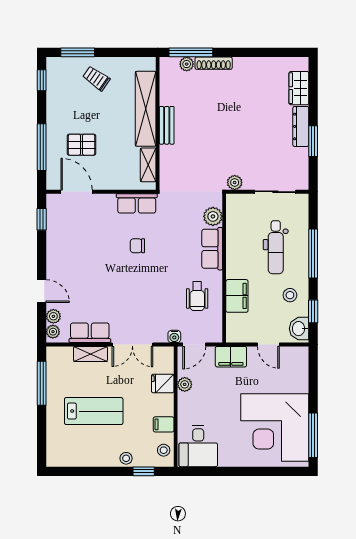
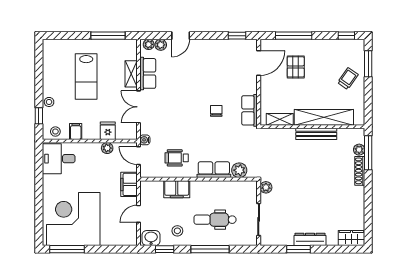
wardrobe: (299, 88) -> (351, 238), moved
bench: (167, 125) -> (316, 134), width x1.36

